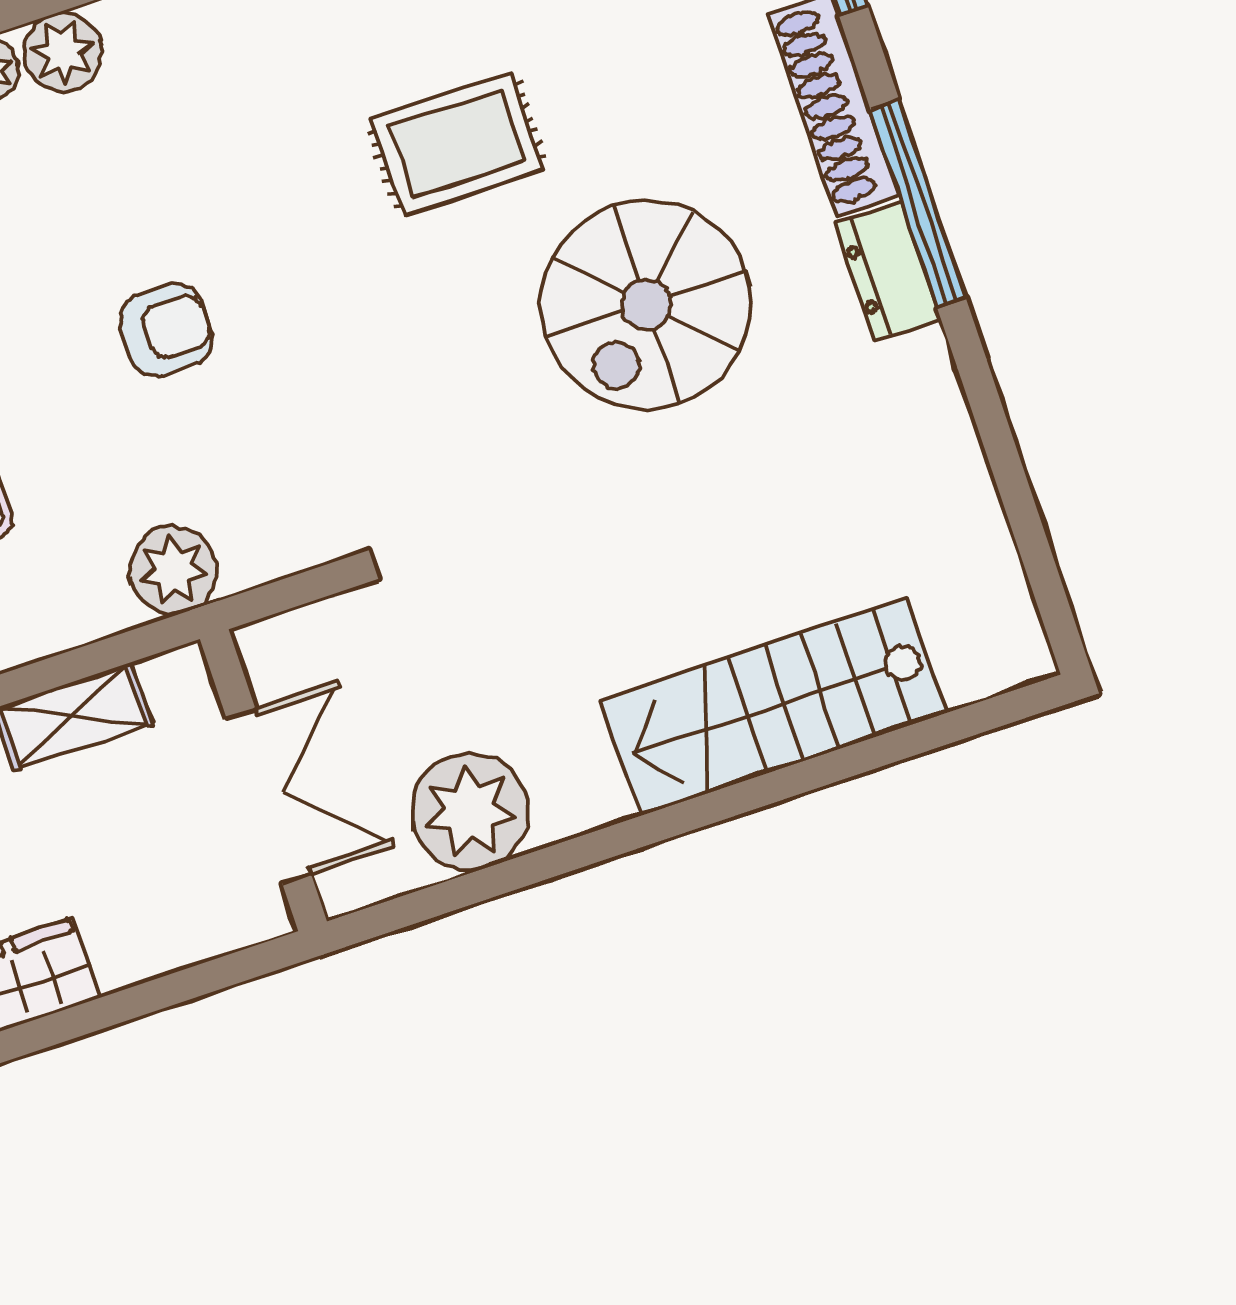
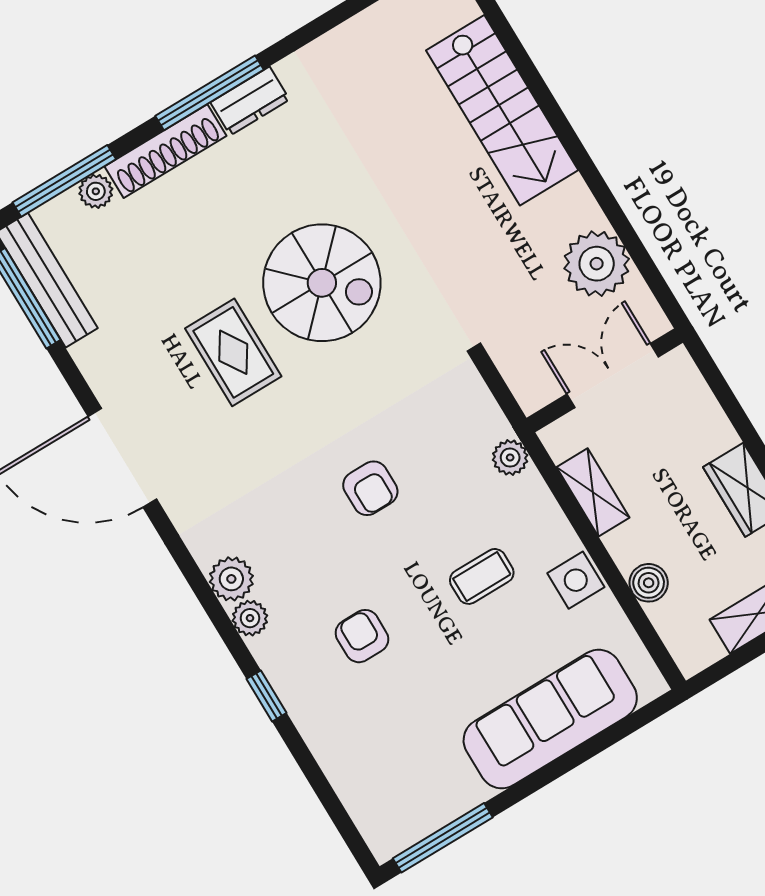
spiral stairs: (646, 304) -> (322, 283), moved
armchair: (167, 330) -> (370, 488), turned 180
plant: (173, 570) -> (510, 458), width x0.73, depth x0.73

